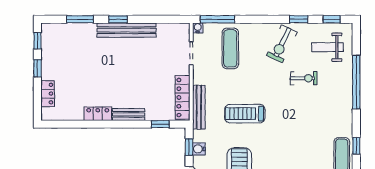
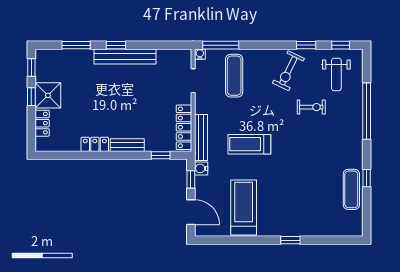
weight bench: (328, 47) -> (336, 74), turned -90
shower: (53, 67) -> (48, 95), added
water cooler: (199, 149) -> (201, 168), moved

